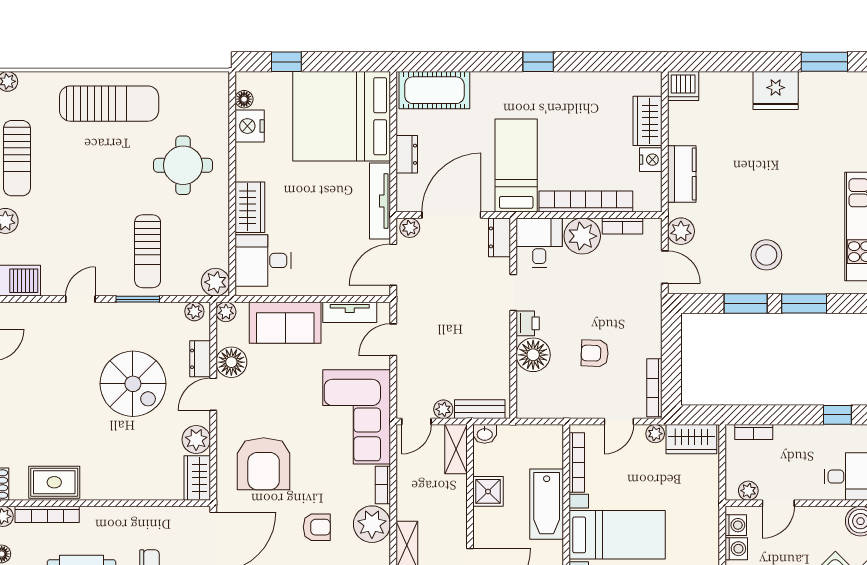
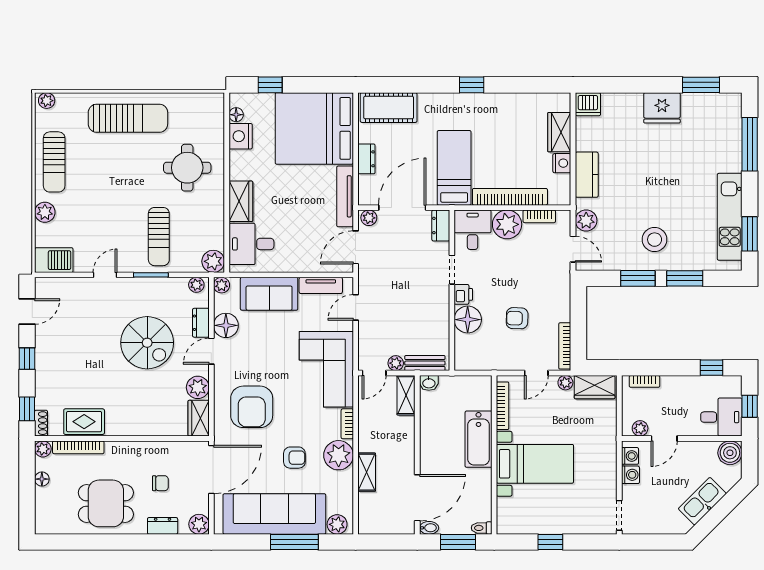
shower: (488, 491) -> (432, 429), removed

